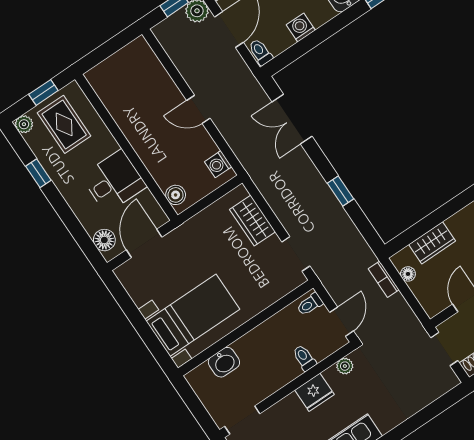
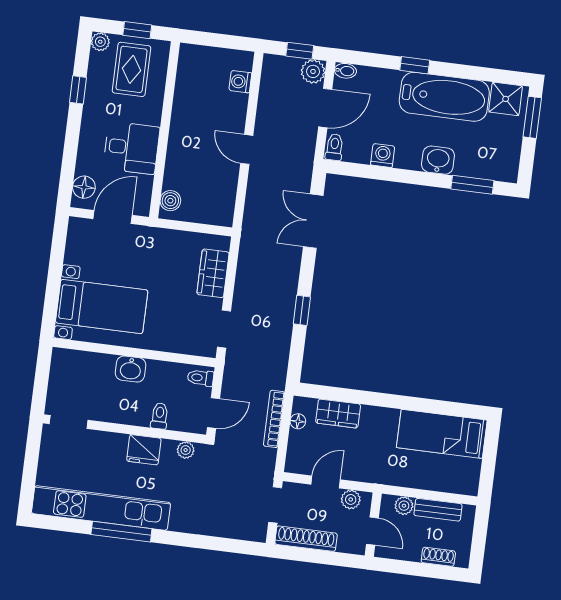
washing machine: (218, 164) -> (240, 82), moved
bookcase: (384, 279) -> (274, 419), width x1.56
washbasin: (224, 362) -> (131, 369), moved

